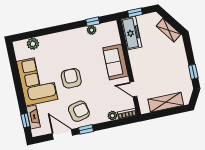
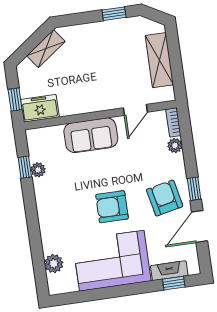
freezer: (131, 33) -> (40, 108), width x0.71

